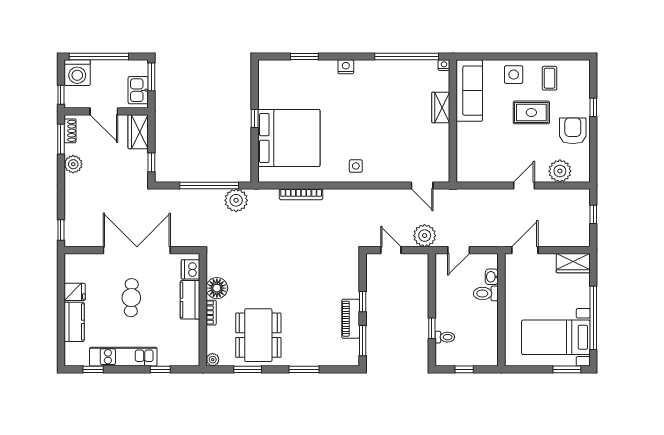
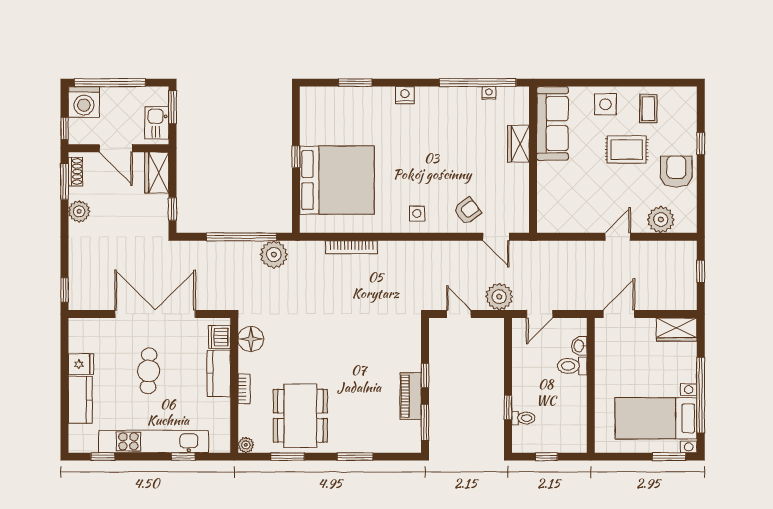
nightstand: (444, 65) -> (489, 93), moved
armchair: (398, 164) -> (467, 211), added
floor lamp: (217, 288) -> (251, 339), moved
kitchen unit: (123, 357) -> (154, 441), width x1.36

